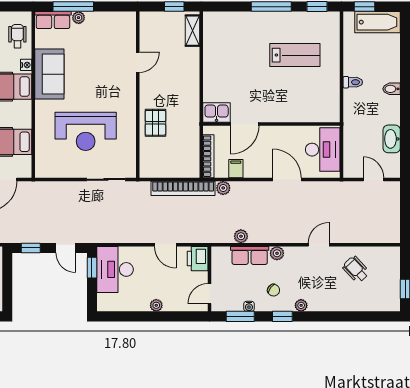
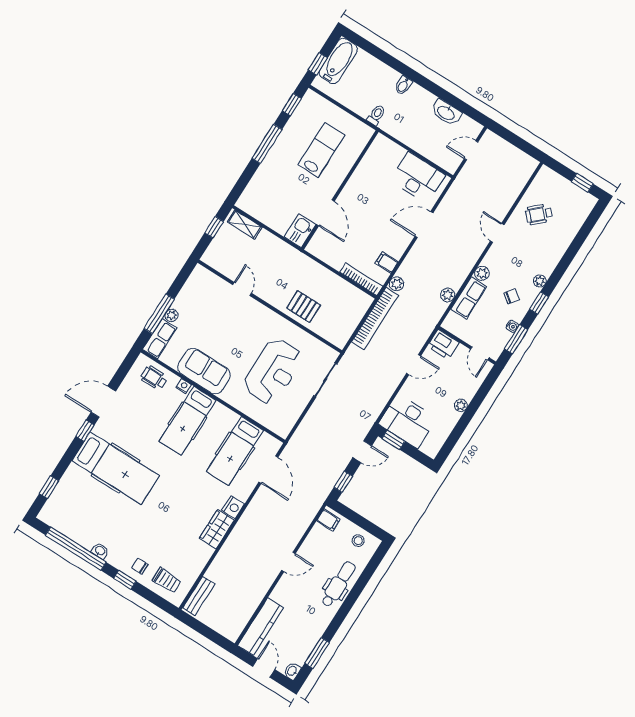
kitchen sink: (217, 112) -> (300, 231), moved
door: (245, 124) -> (325, 213), moved
wall: (271, 124) -> (340, 190), moved

